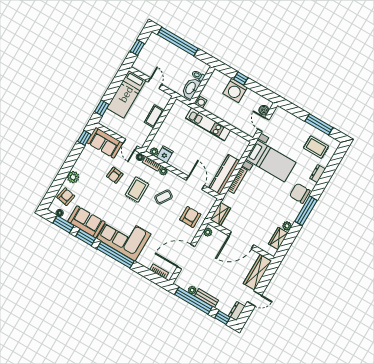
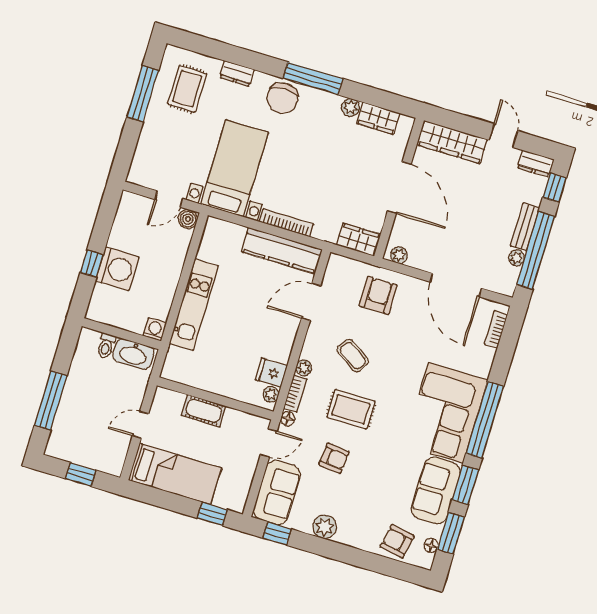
window: (178, 42) -> (51, 400), width x0.68
boiler: (264, 110) -> (188, 219), moved
plant: (73, 177) -> (325, 527), moved
armchair: (190, 217) -> (378, 295), turned 90

